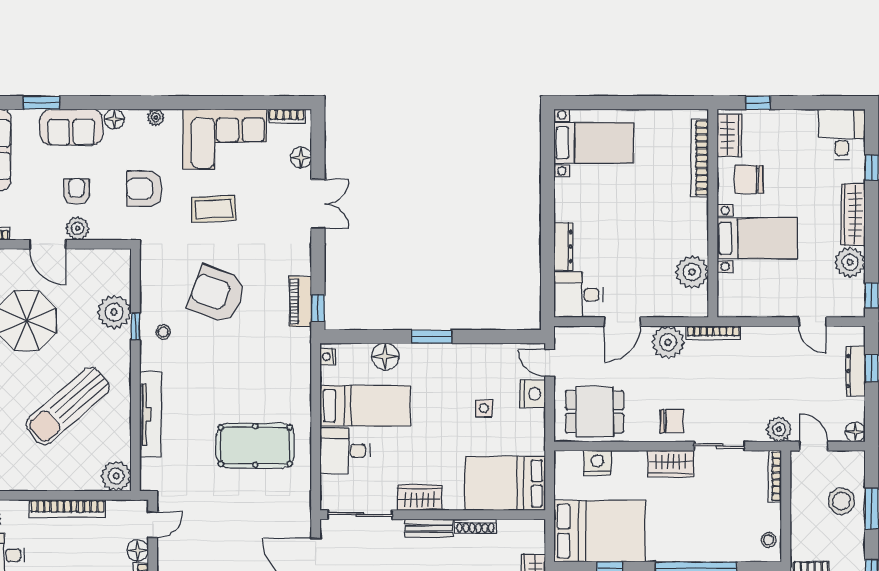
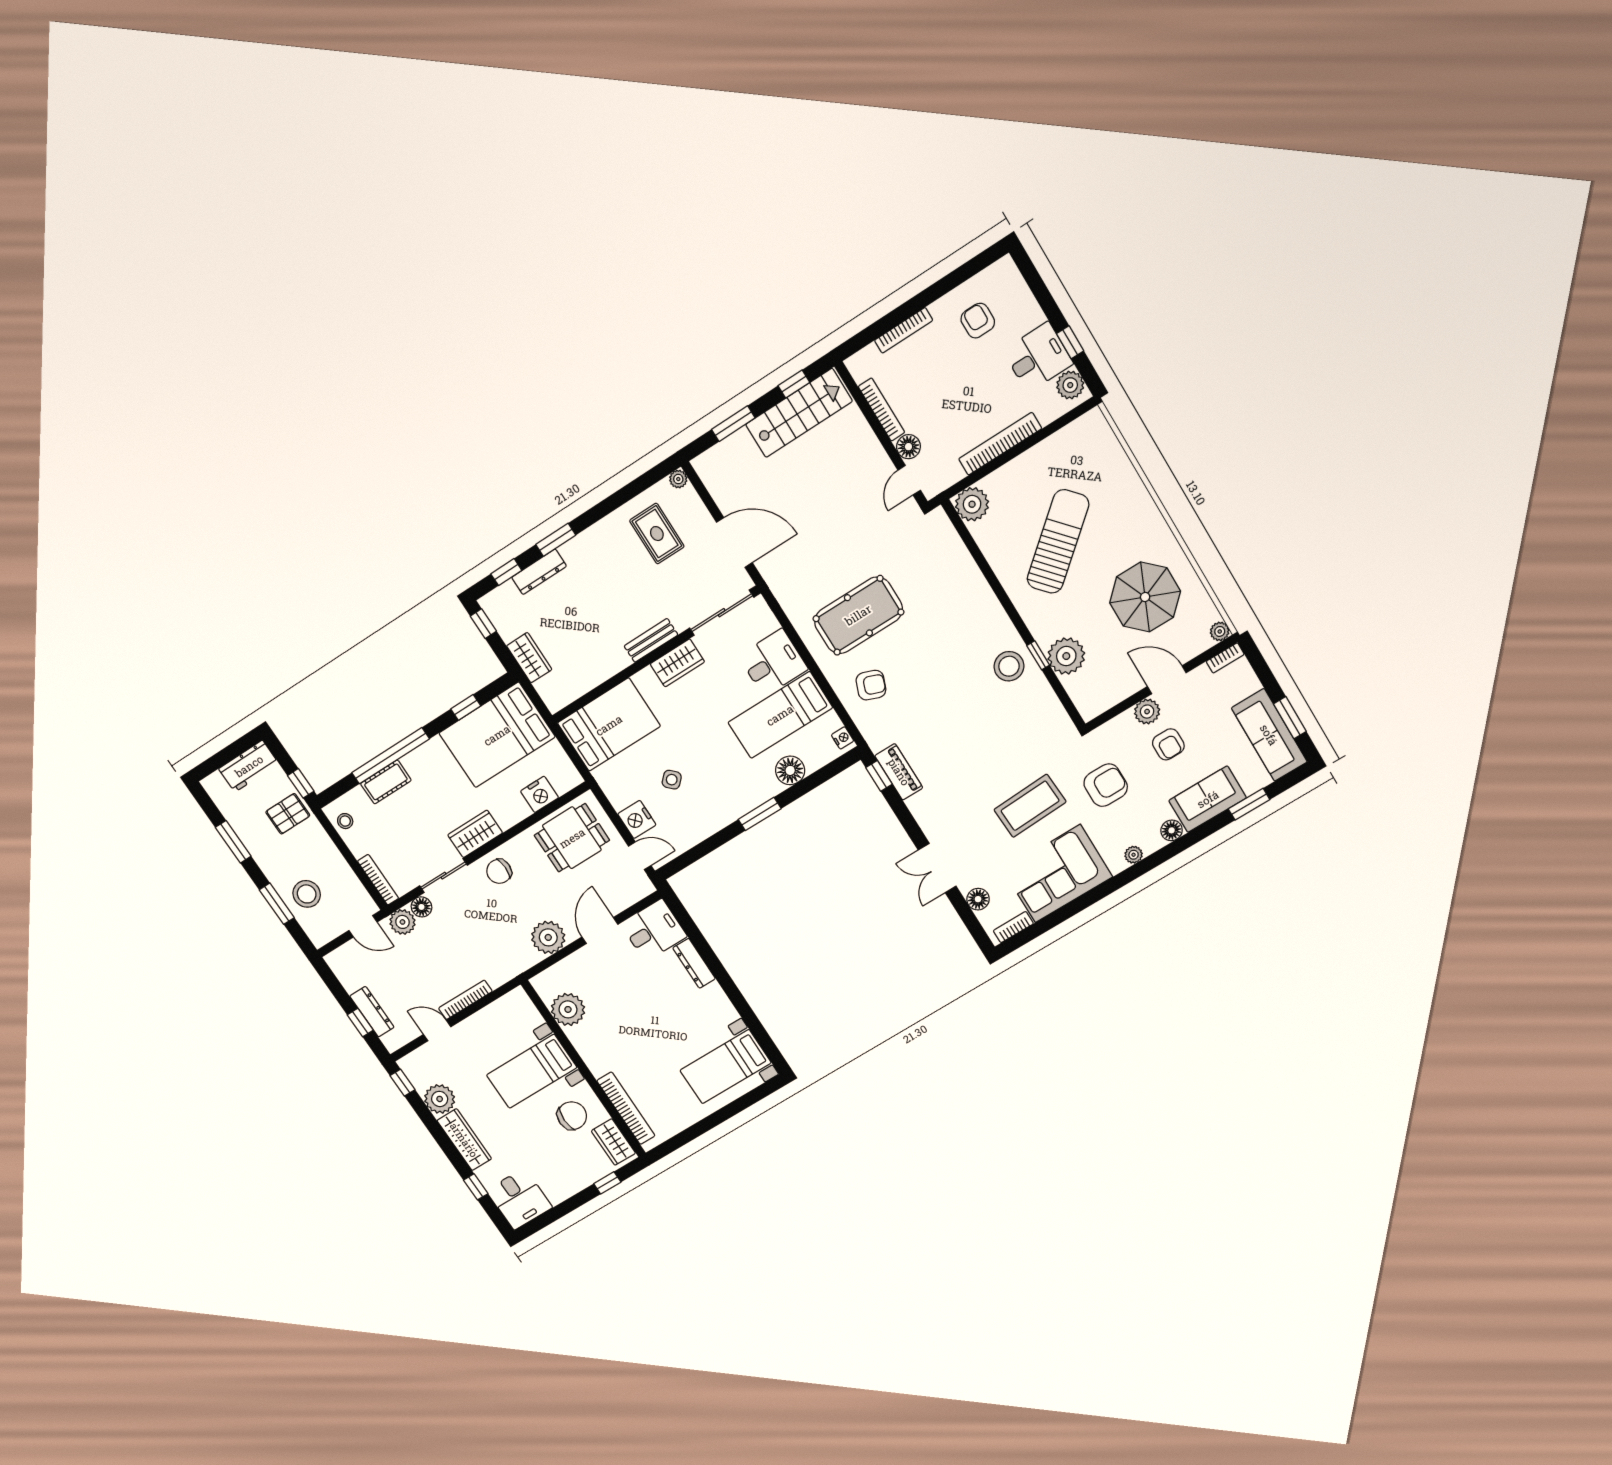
coffee table: (214, 209) -> (1030, 806), width x1.36, depth x1.32
armchair: (217, 294) -> (871, 685), moved, width x0.53, depth x0.53
stool: (163, 332) -> (1009, 666), width x1.89, depth x1.89
bookcase: (713, 333) -> (465, 1000), moved
side table: (484, 408) -> (672, 780), turned 45
tv unit: (151, 414) -> (974, 583), removed
floor lamp: (855, 432) -> (421, 907), moved
shoe rack: (475, 526) -> (610, 669), removed
cot: (714, 550) -> (386, 782), added

